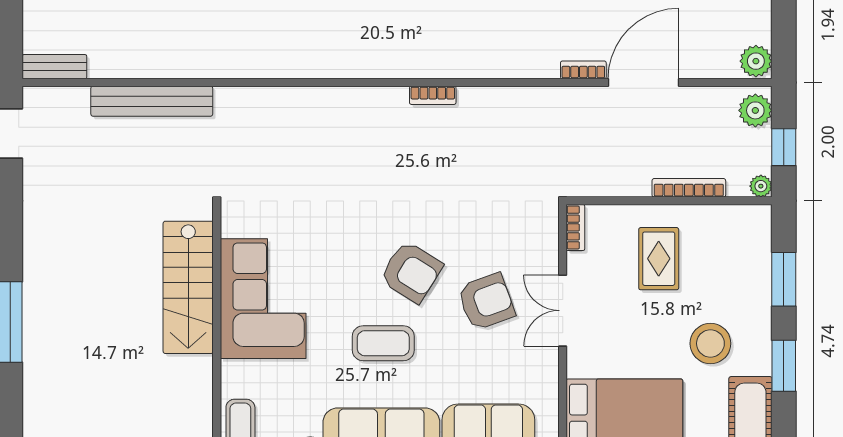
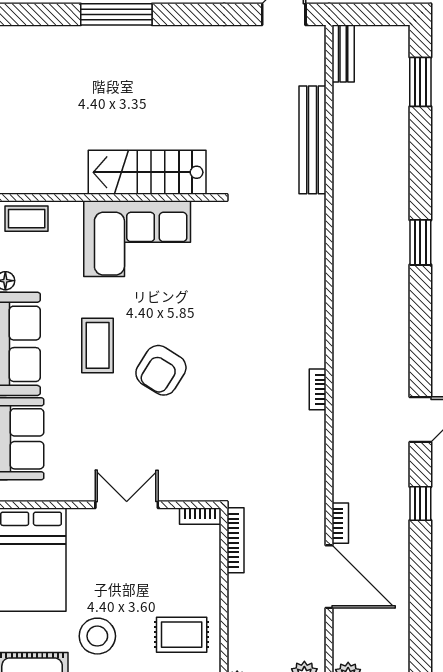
bookcase: (689, 188) -> (236, 540), moved
rug: (659, 259) -> (182, 635), moved
armchair: (486, 302) -> (134, 437), removed

